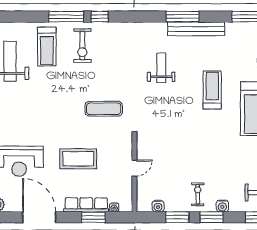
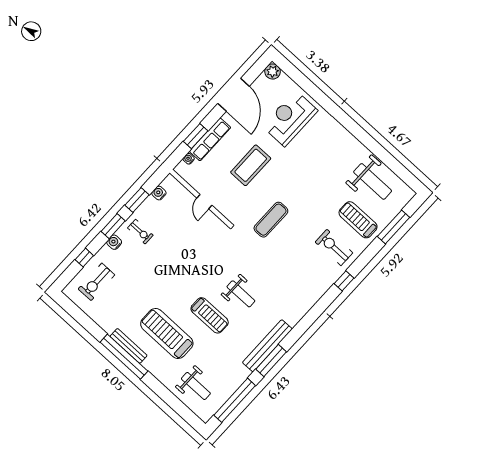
window: (66, 17) -> (393, 227), moved
window: (183, 17) -> (271, 360), moved
weight bench: (161, 68) -> (241, 294), moved
door: (39, 217) -> (233, 95), hinge flipped

